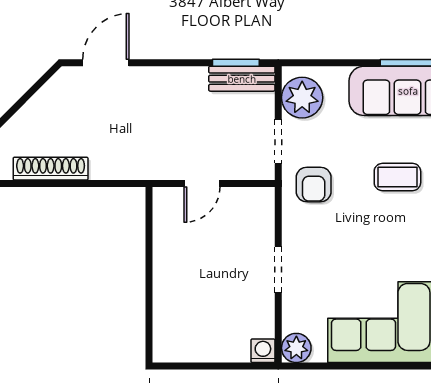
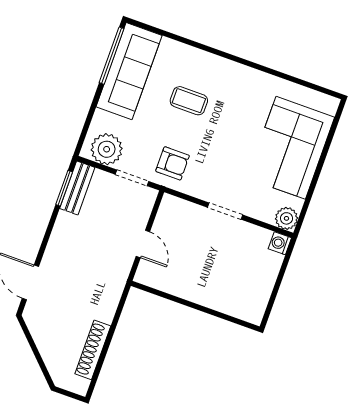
coffee table: (397, 177) -> (189, 101), turned 90

